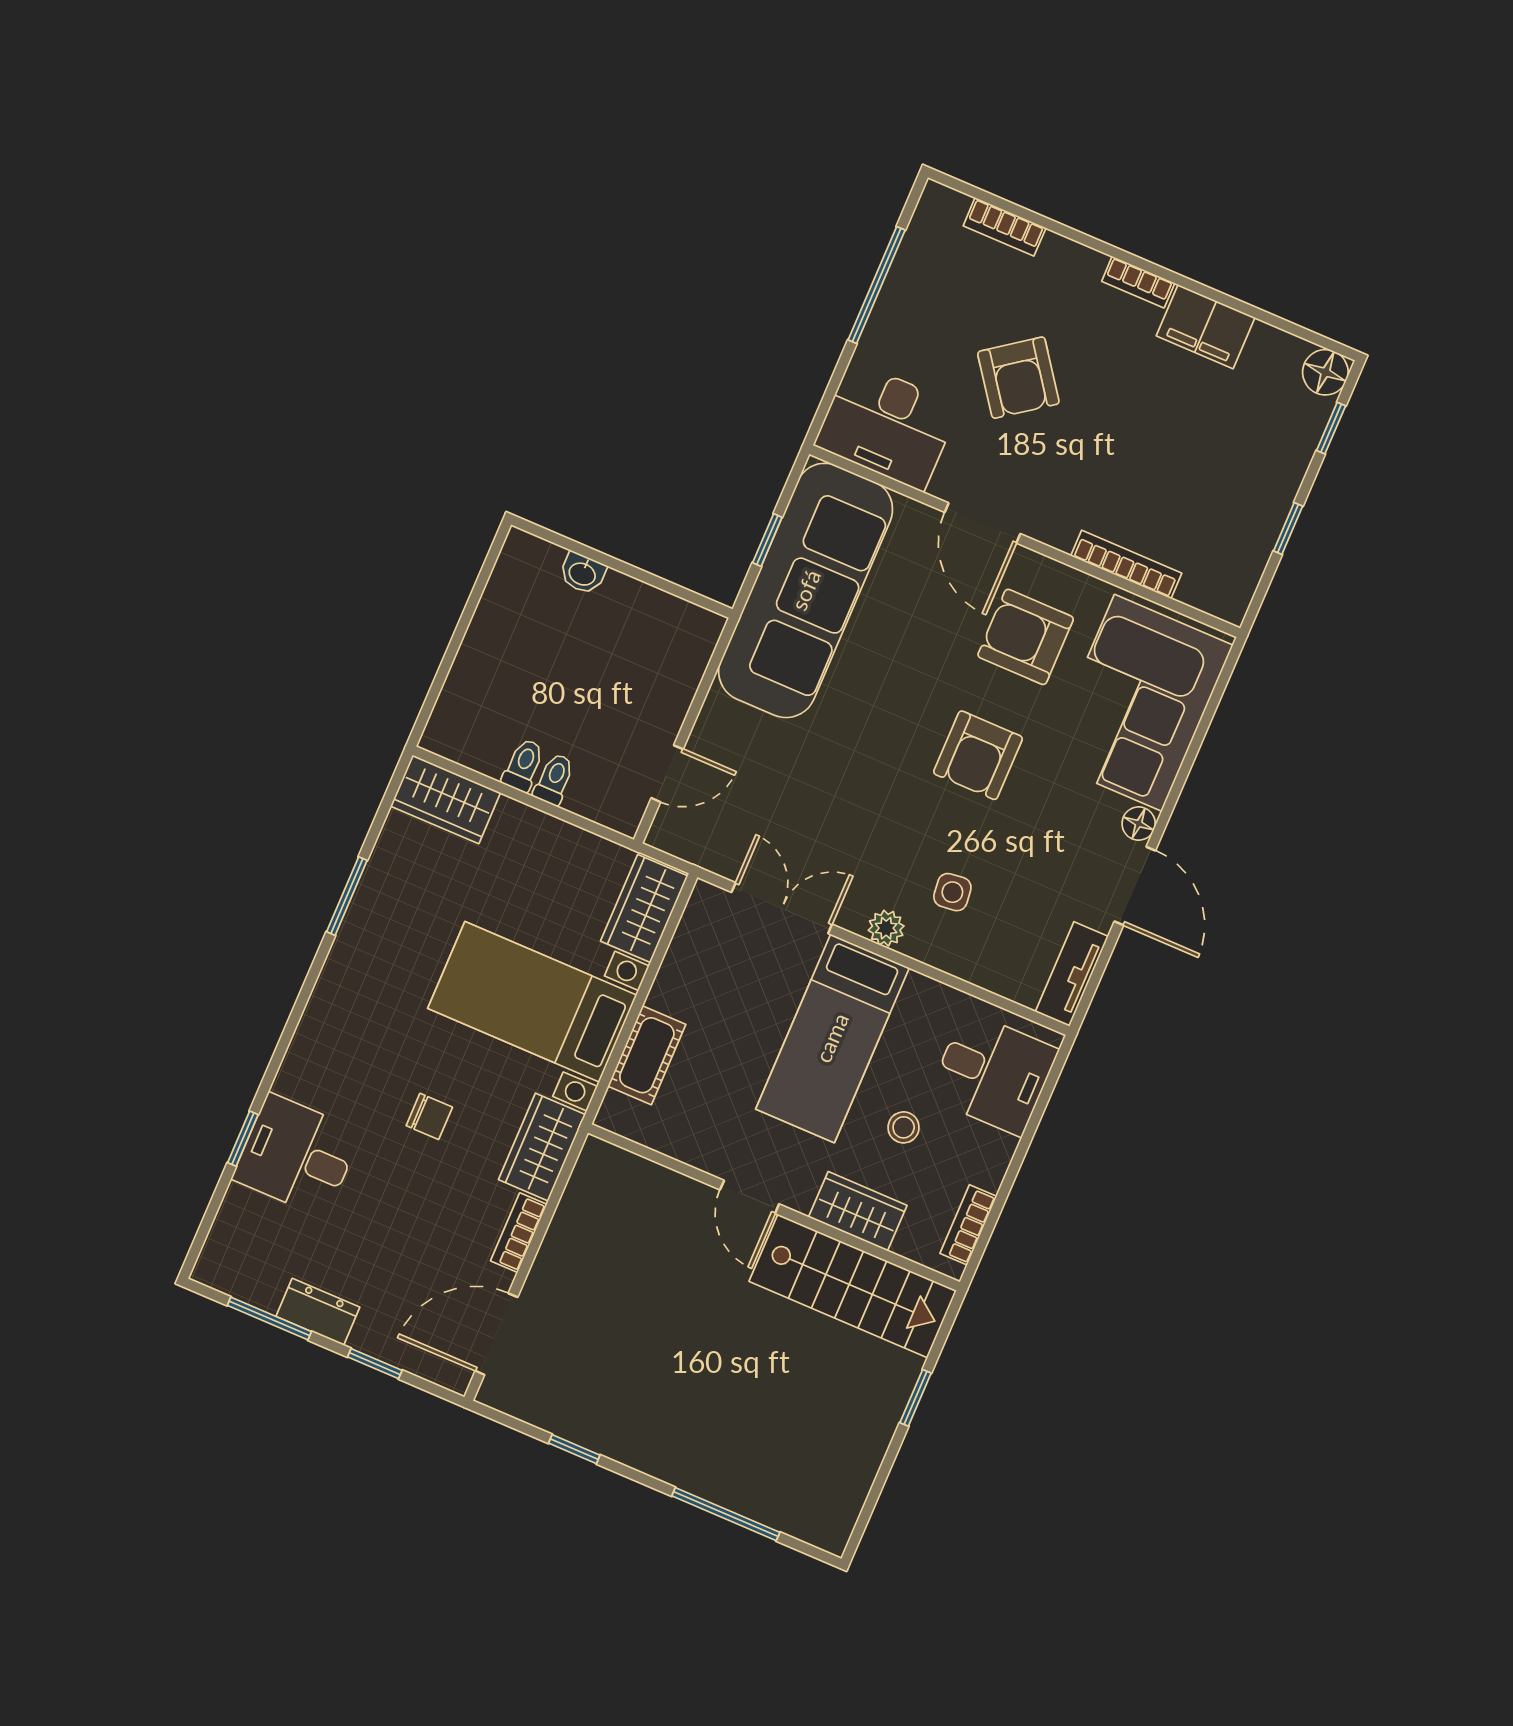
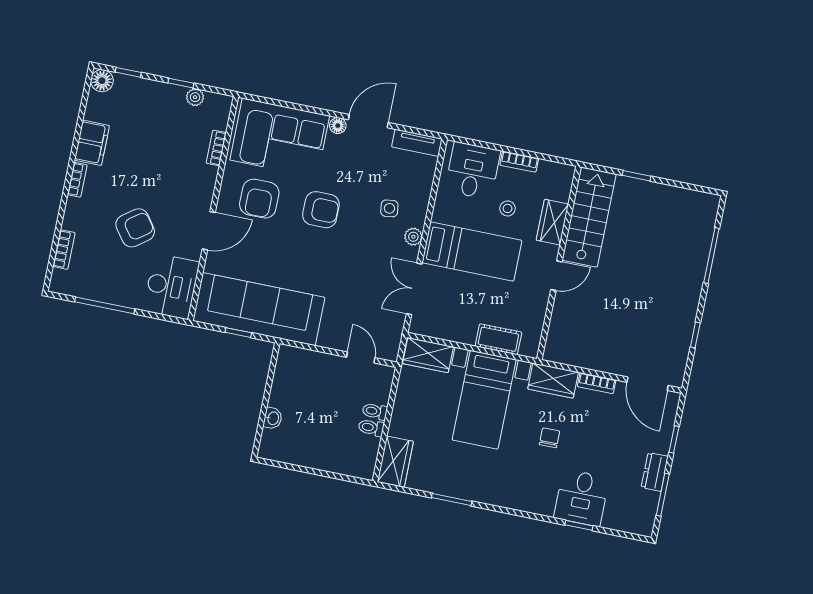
plant: (1254, 551) -> (195, 97), added
bookcase: (1126, 564) -> (216, 148), width x0.64
bookcase: (968, 1225) -> (519, 162), moved

